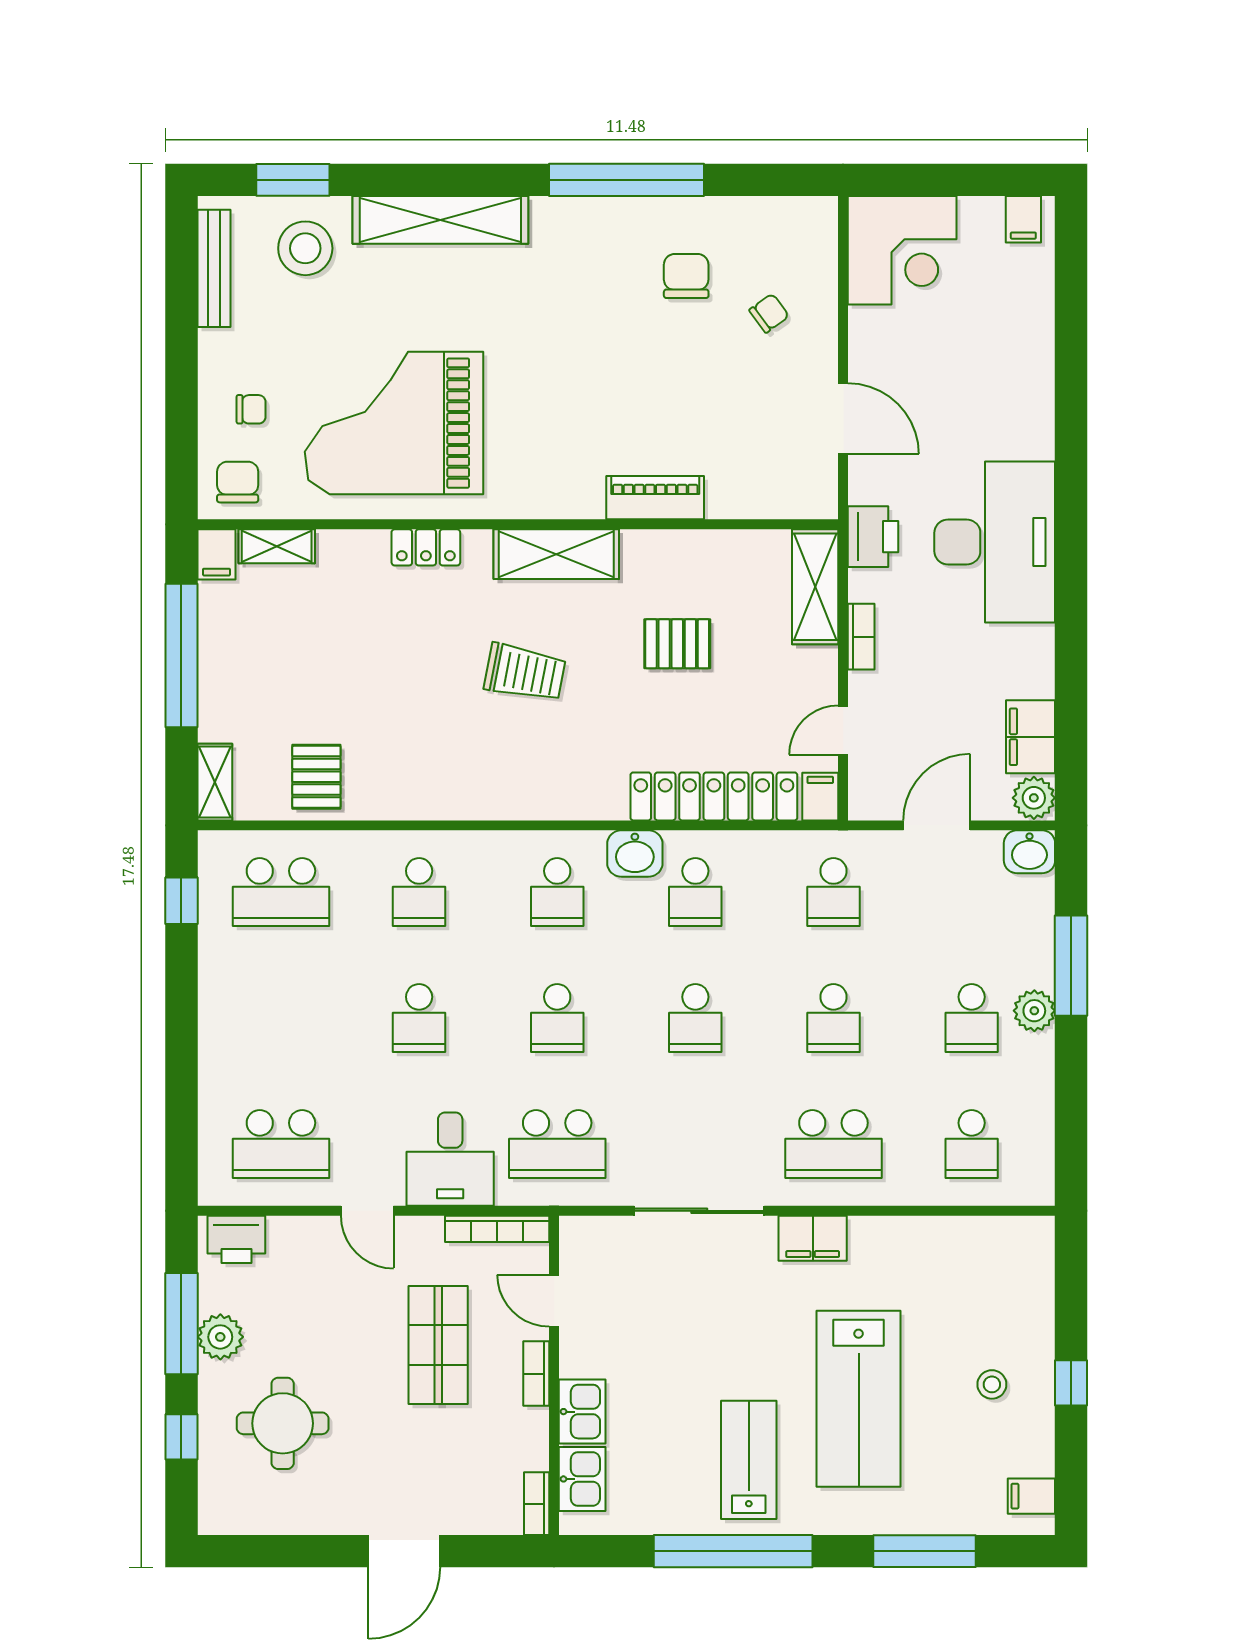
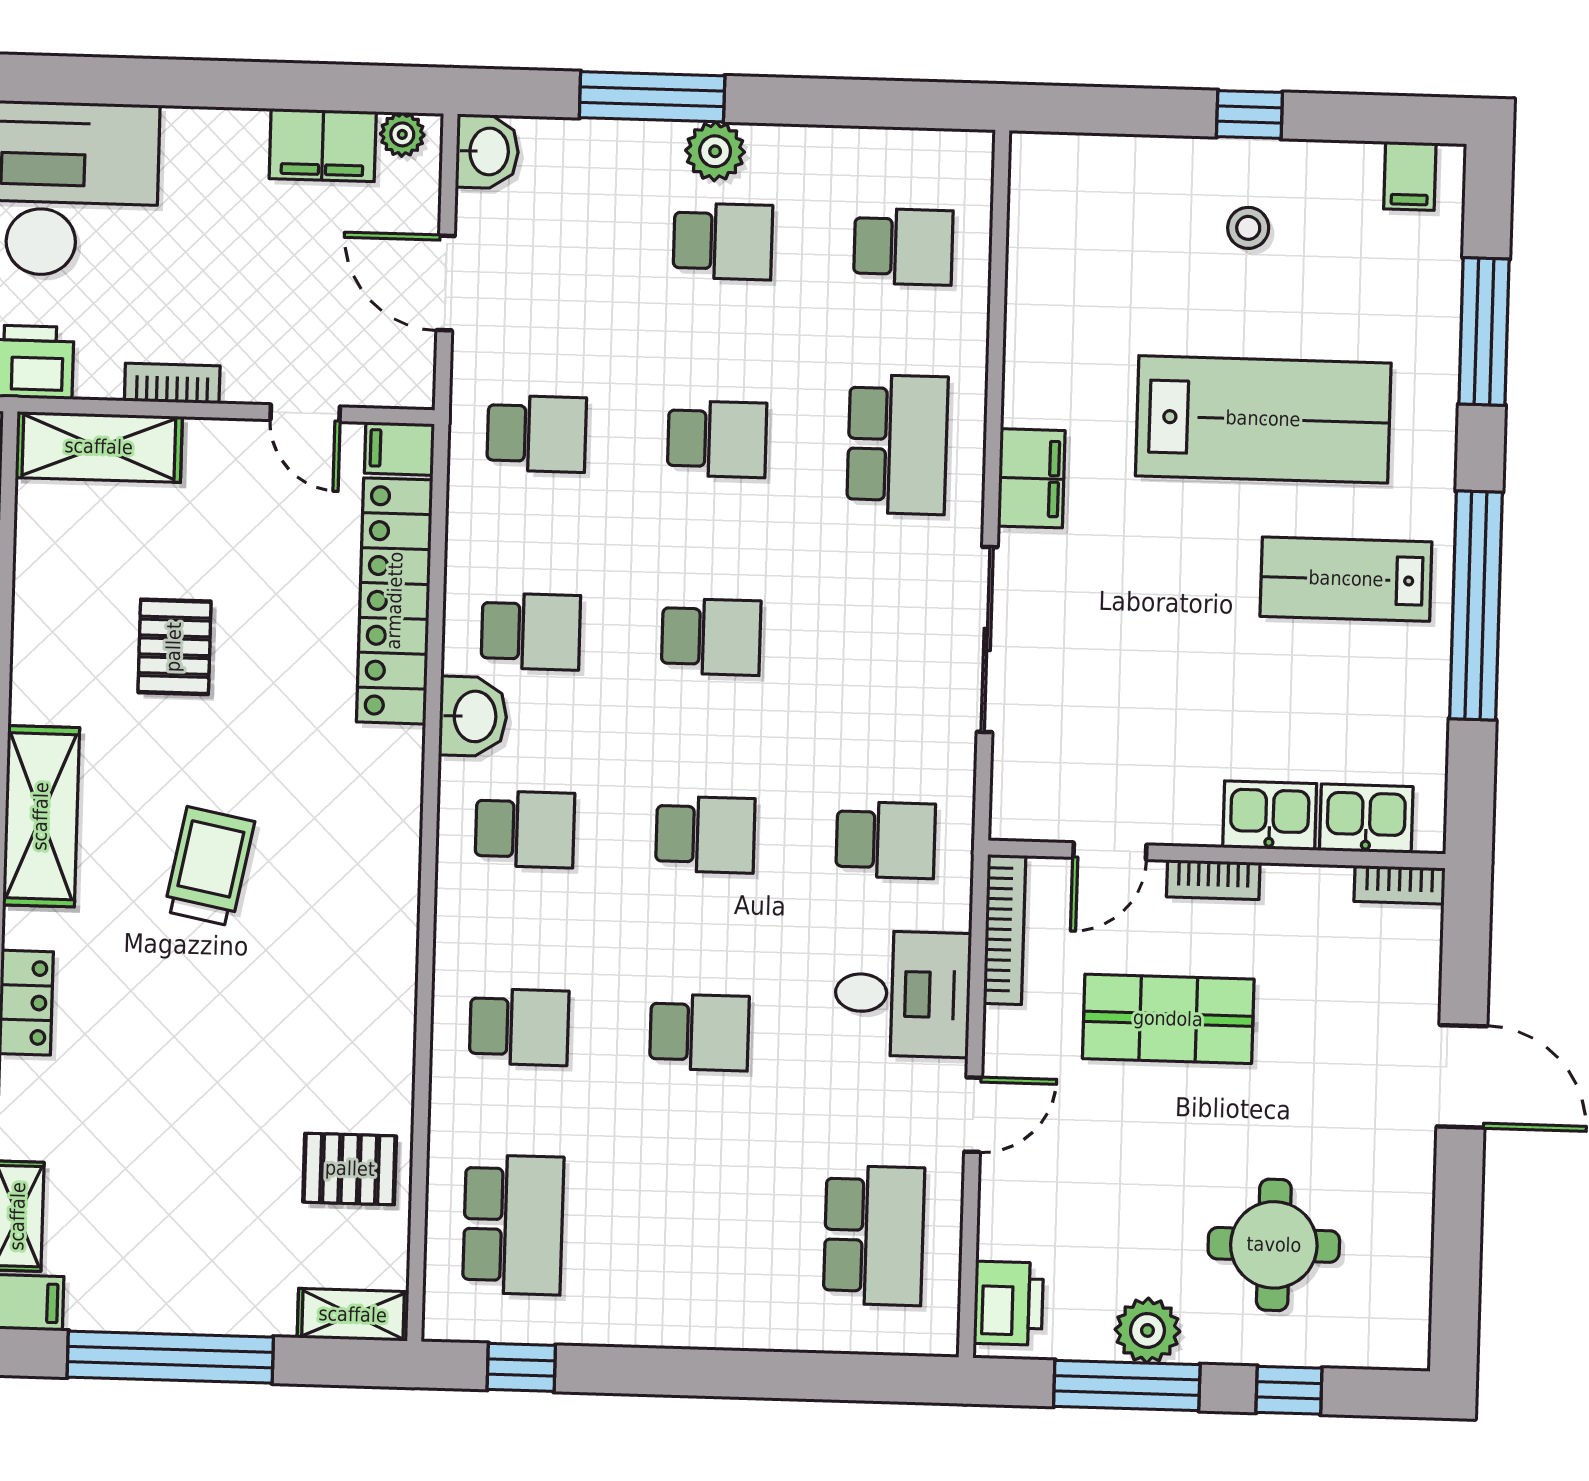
plant: (1034, 798) -> (402, 134), width x0.73, depth x0.73
school desk: (557, 1144) -> (886, 840), width x0.54

